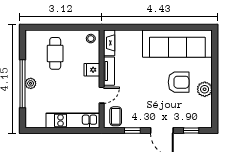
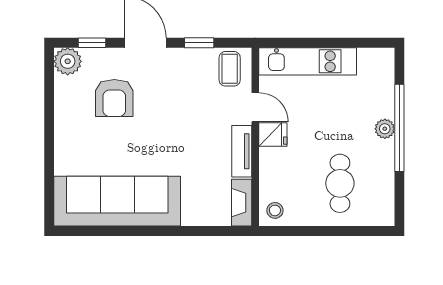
fridge: (92, 70) -> (273, 135), moved
armchair: (179, 82) -> (114, 98), moved, turned -90
plant: (205, 89) -> (68, 61), moved
door: (102, 95) -> (255, 107), swing flipped

